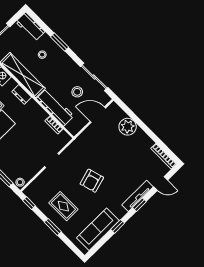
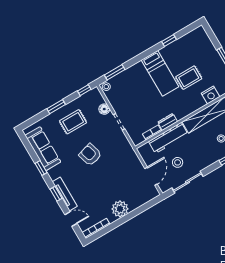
dresser: (22, 94) -> (168, 122), moved
plant: (128, 127) -> (120, 209), moved
floor lamp: (43, 178) -> (104, 109), added
door: (161, 183) -> (71, 219), swing flipped

